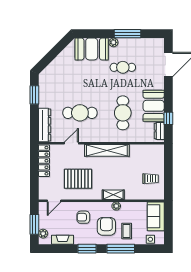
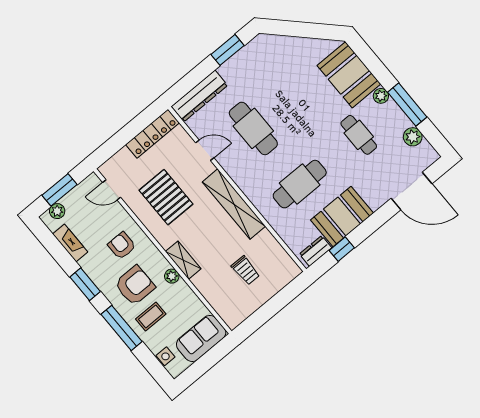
plant: (144, 43) -> (413, 137), added
trolley: (151, 179) -> (246, 270), moved

